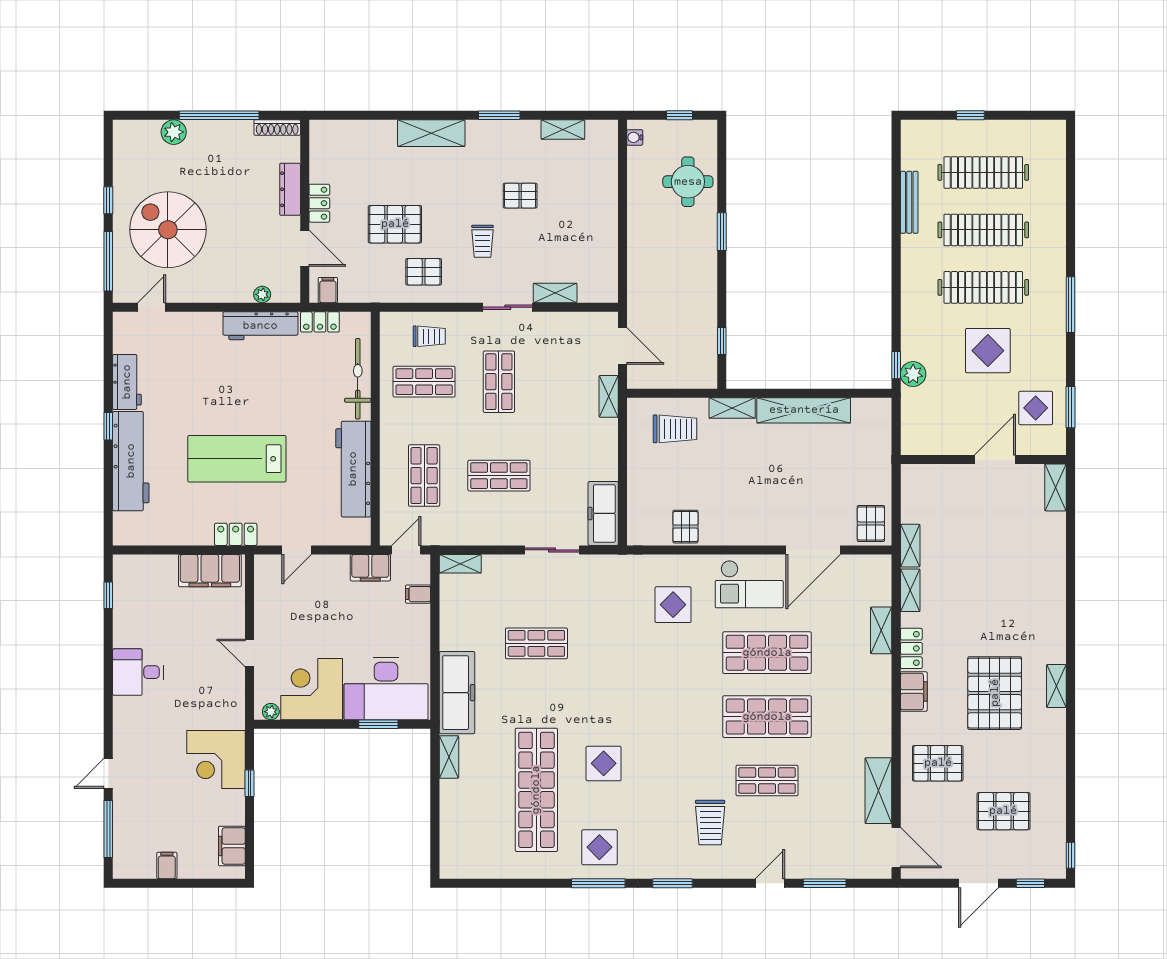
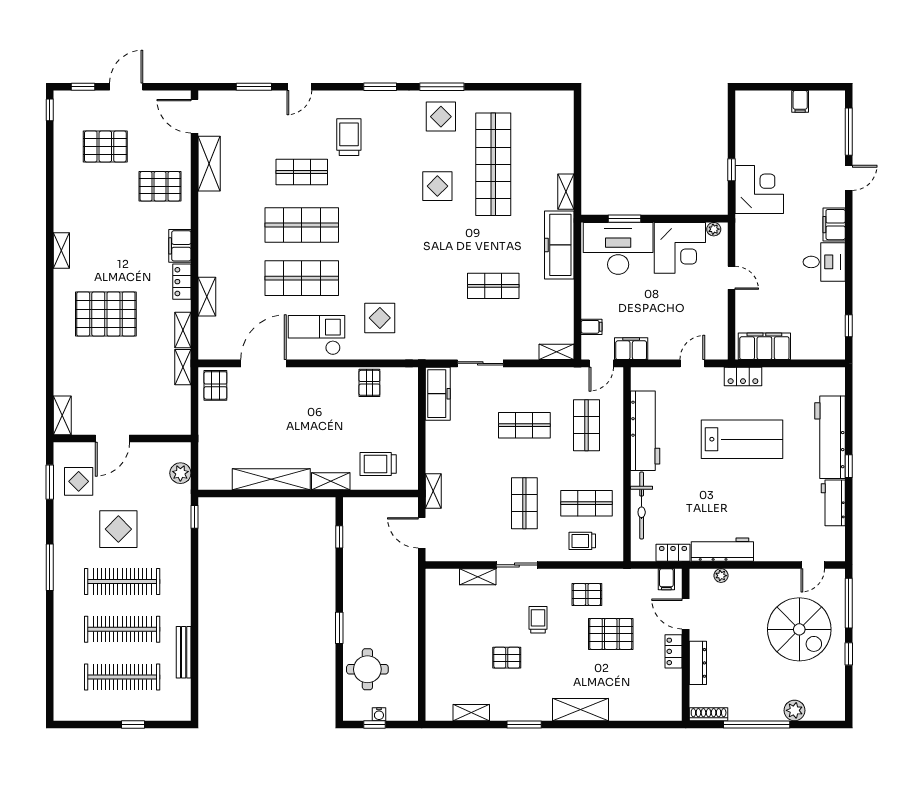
water cooler: (635, 137) -> (379, 714), moved, turned 90
plant: (913, 374) -> (180, 473), moved
pallet: (995, 693) -> (106, 314), moved, turned 90
filing cabinet: (232, 846) -> (834, 225), moved, turned 180

